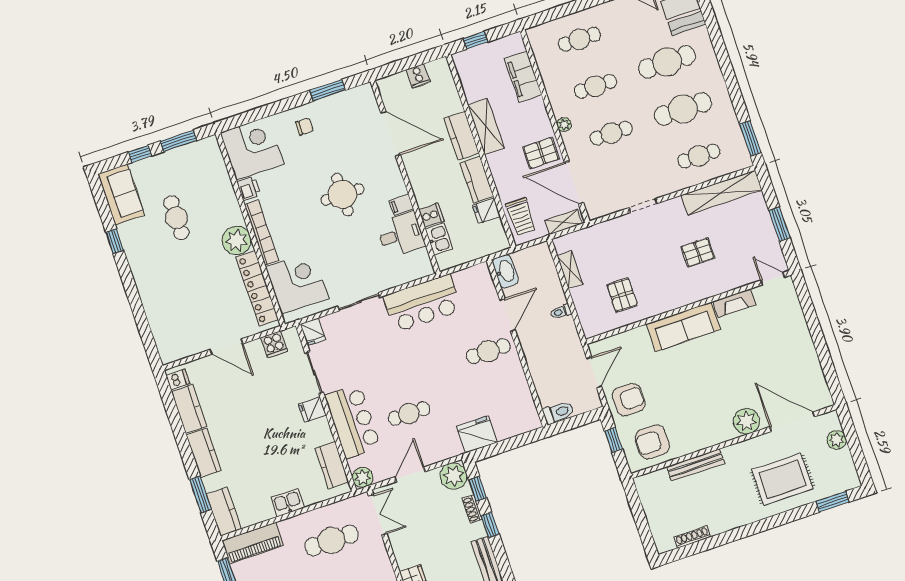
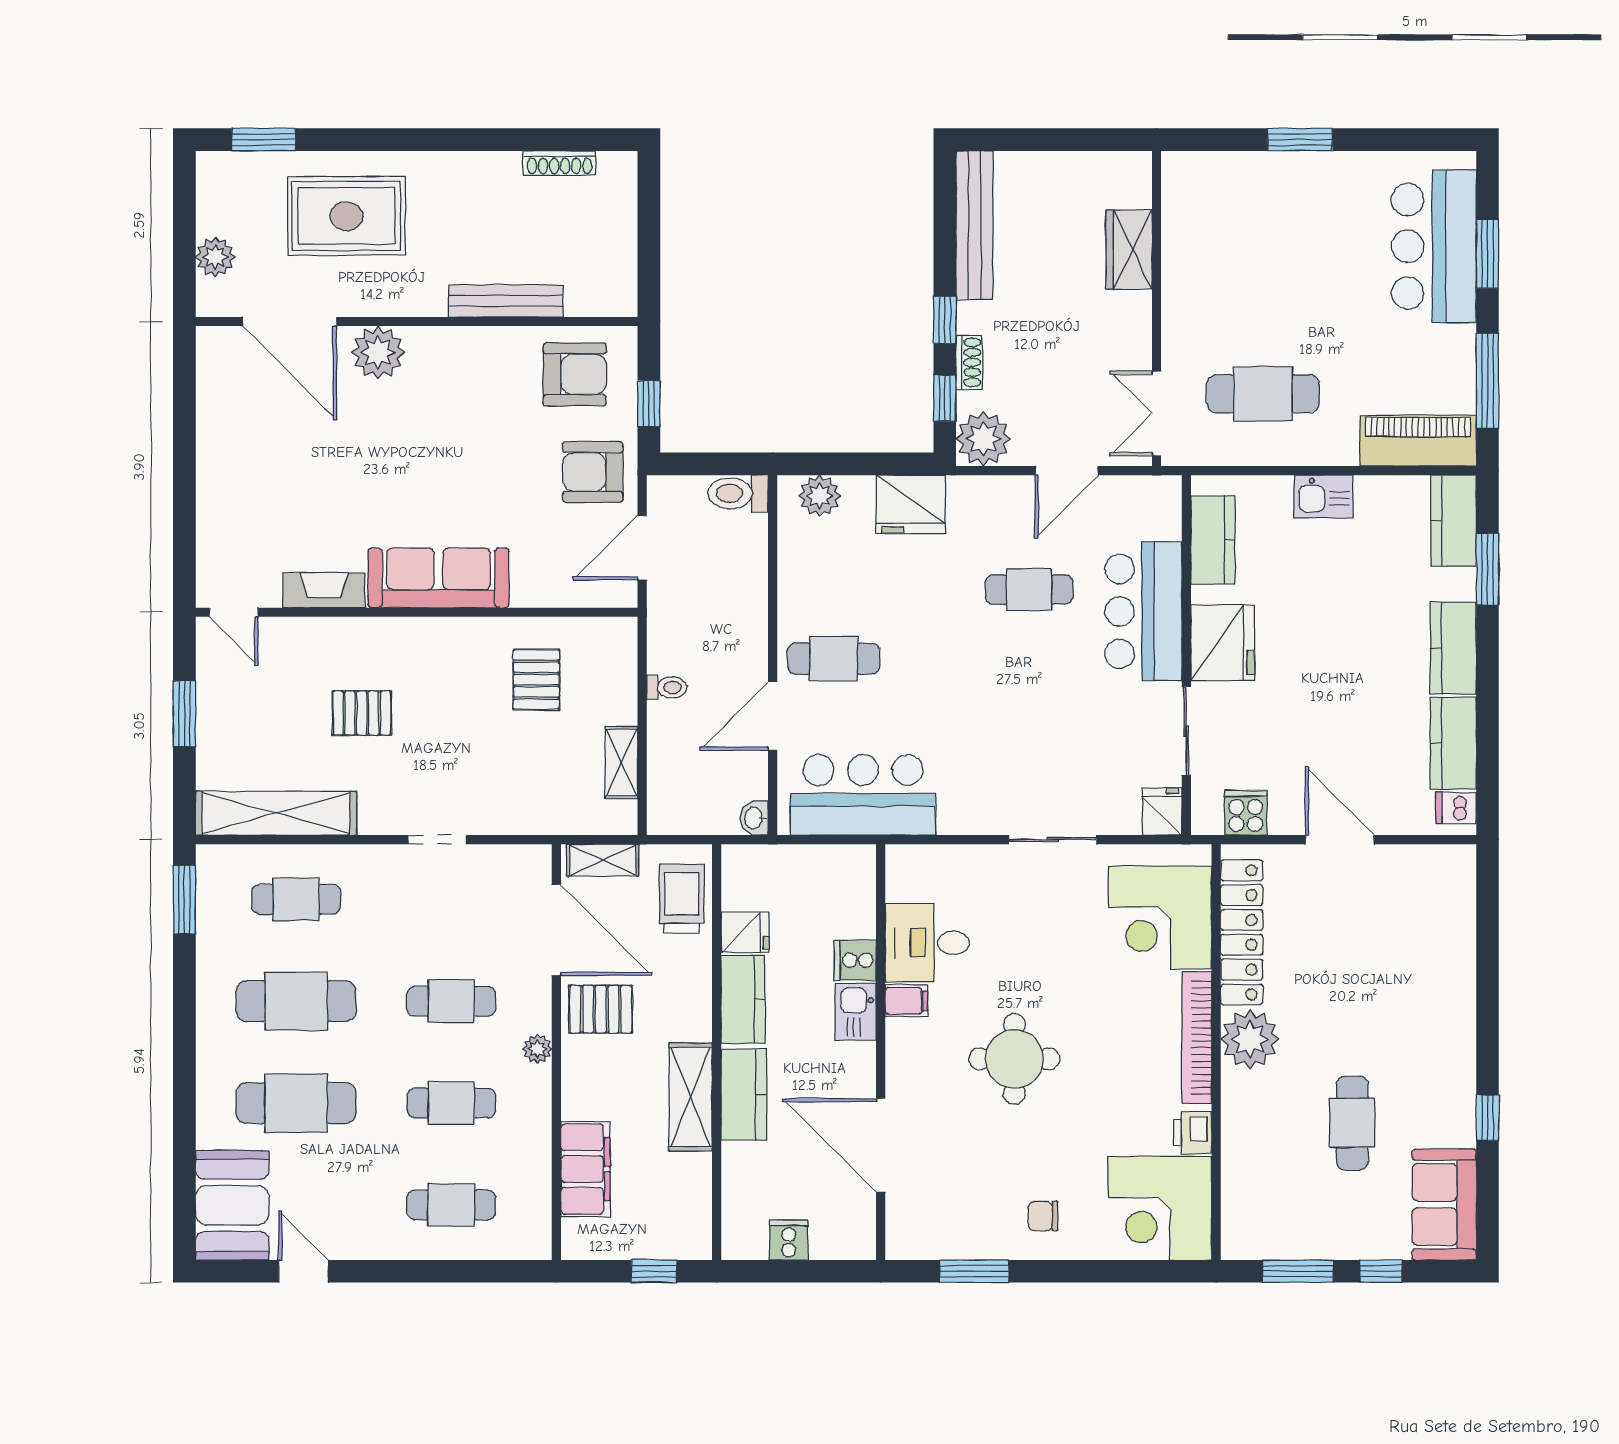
kitchen sink: (439, 239) -> (856, 1012), moved
washbasin: (505, 271) -> (754, 818), width x0.52, depth x0.69
bar counter: (422, 303) -> (863, 795), moved
fridge: (312, 410) -> (1223, 643), width x1.88, depth x1.34
plant: (363, 477) -> (820, 496), moved

